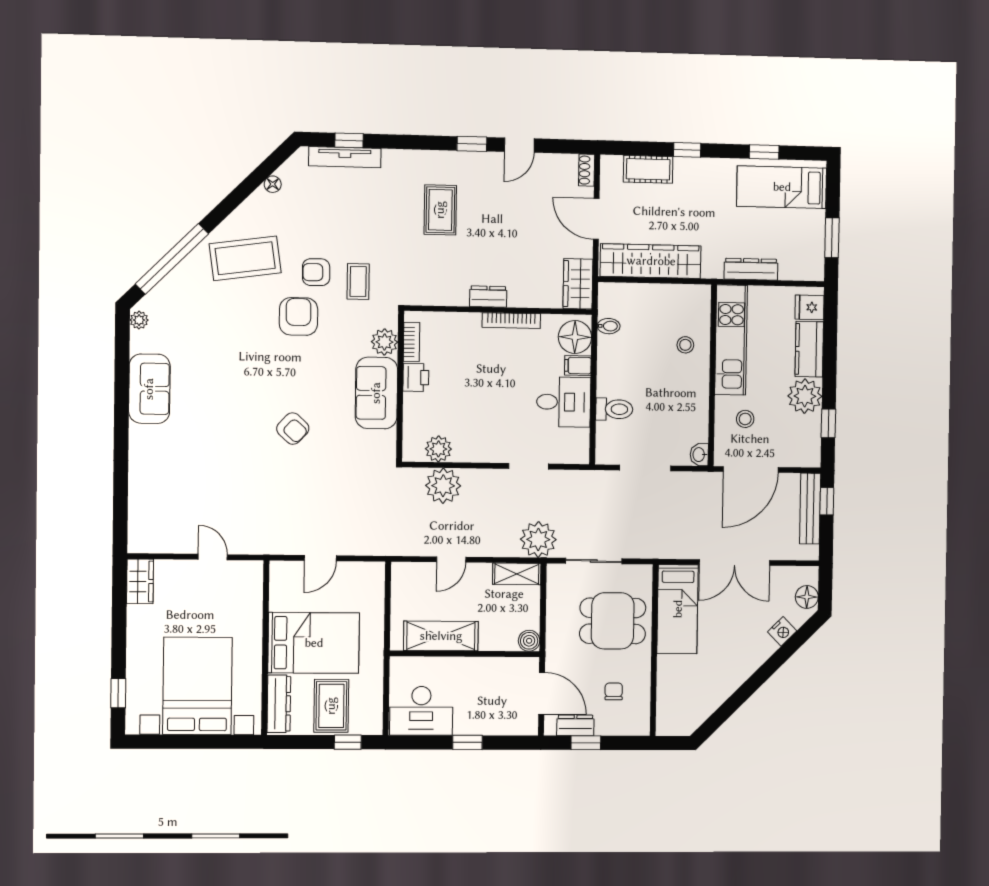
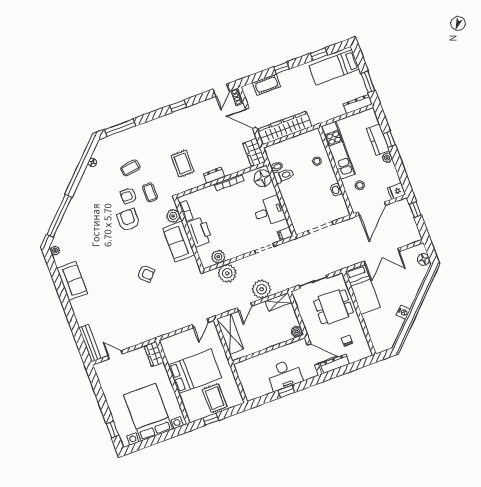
window: (349, 140) -> (120, 128), width x2.17
door: (519, 145) -> (221, 90), moved
tv unit: (345, 157) -> (121, 136), removed
rug: (440, 210) -> (183, 164), moved
coffee table: (245, 258) -> (130, 168), moved, width x0.54, depth x0.58
dresser: (751, 269) -> (358, 104), moved
fridge: (809, 307) -> (397, 191), moved
filing cabinet: (578, 366) -> (285, 234), moved
printer: (416, 377) -> (199, 232), width x1.87, depth x1.48
plant: (805, 396) -> (387, 158), width x0.53, depth x0.53
toilet: (614, 409) -> (284, 175), moved
window: (828, 423) -> (389, 139), moved
washbasin: (699, 455) -> (336, 190), moved
bench: (810, 509) -> (90, 343), moved
plant: (538, 539) -> (262, 289), moved
door: (213, 557) -> (115, 355), moved
door: (320, 558) -> (200, 323), moved
wardrobe: (140, 581) -> (154, 354), moved, turned 180
nightstand: (782, 631) -> (403, 312), moved
shelving: (441, 636) -> (230, 334), moved, turned 90
dresser: (279, 704) -> (190, 406), removed
desk: (421, 711) -> (284, 375), moved
dresser: (575, 725) -> (335, 364), width x1.44
window: (348, 742) -> (211, 419), moved
window: (586, 743) -> (343, 370), removed

